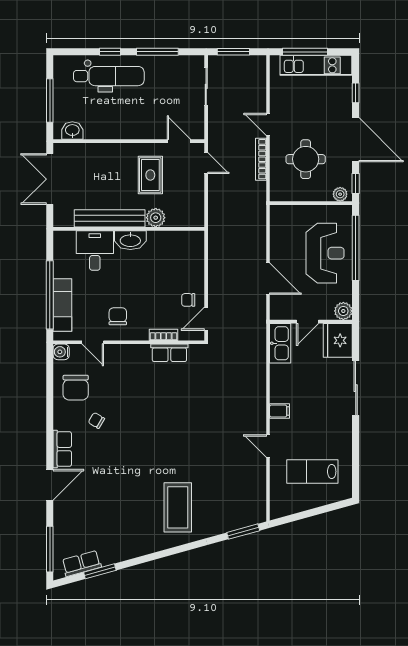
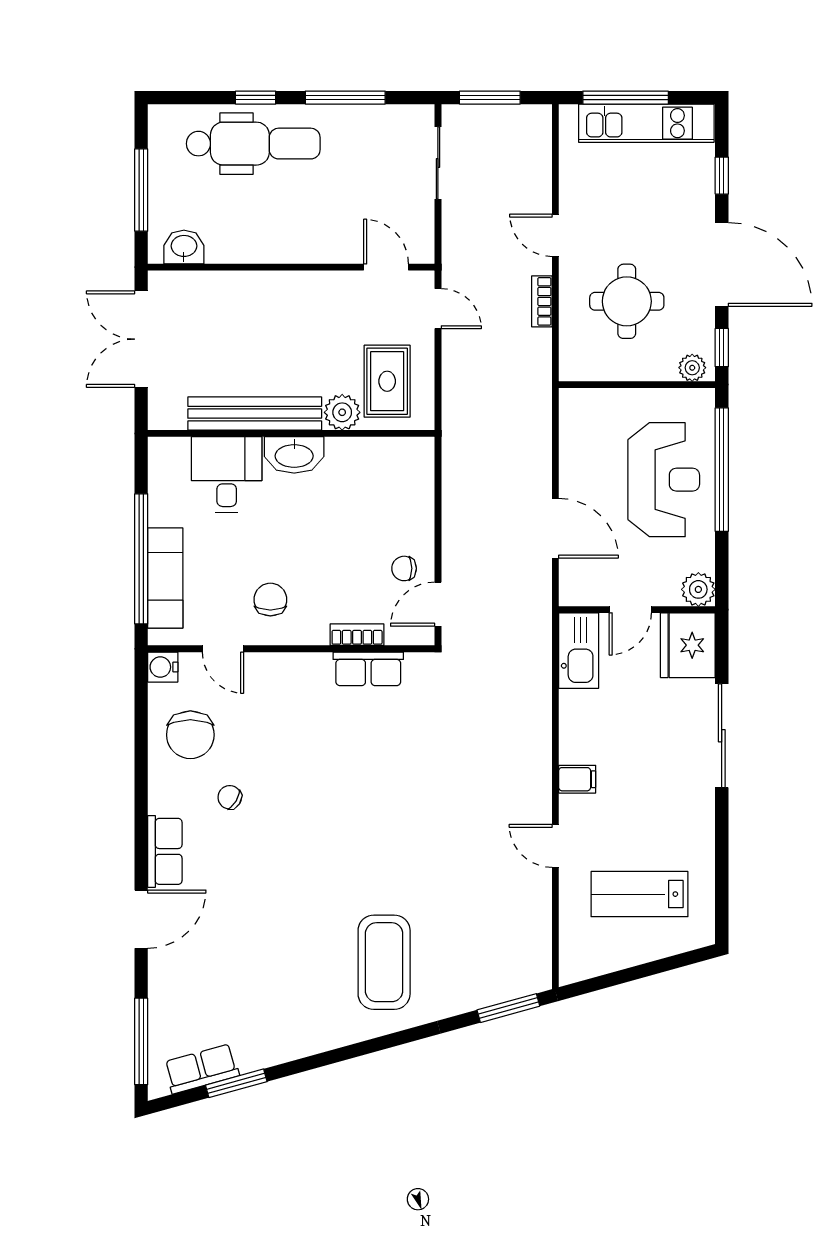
bookcase: (261, 159) -> (542, 301), width x0.64
rug: (150, 175) -> (387, 381), moved

